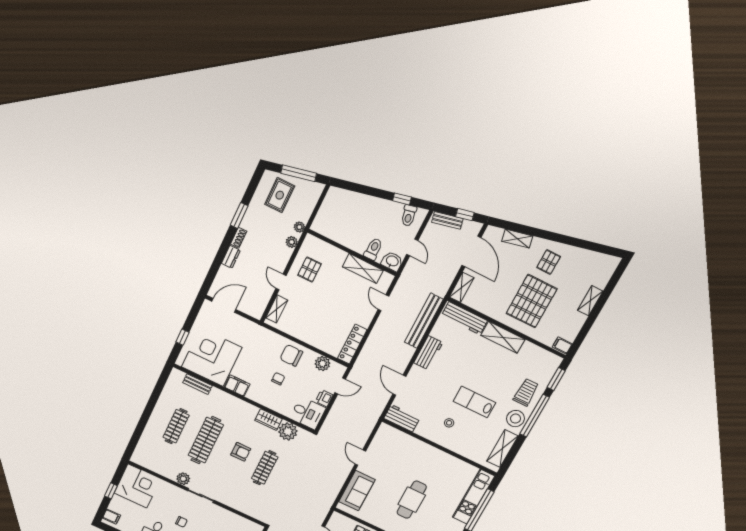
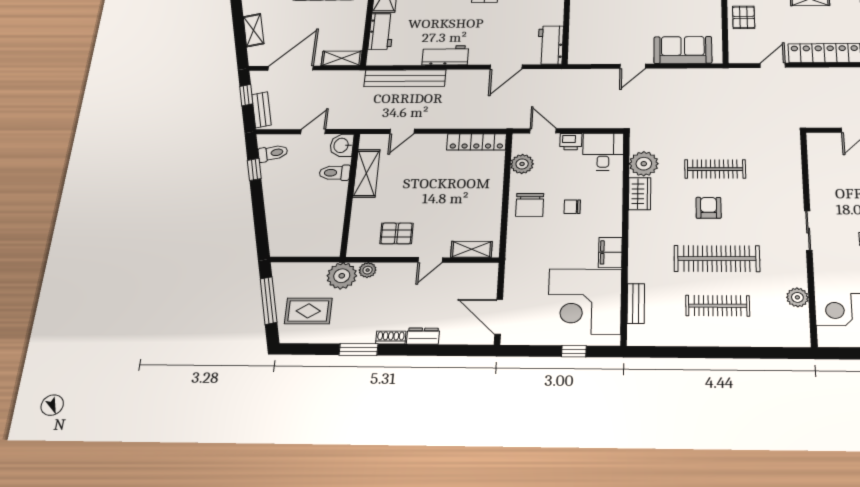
plant: (299, 227) -> (342, 276), width x1.88, depth x1.88
workbench: (464, 318) -> (381, 31), width x0.73
plant: (183, 479) -> (797, 297), moved

